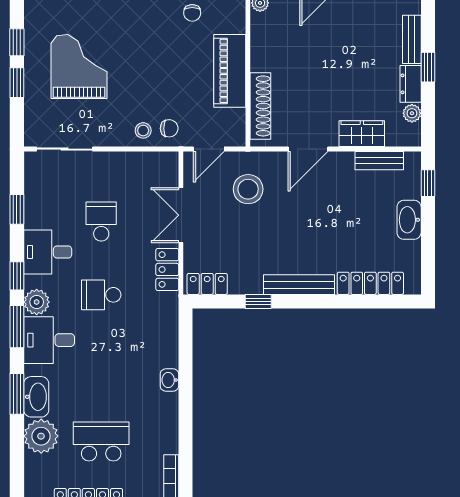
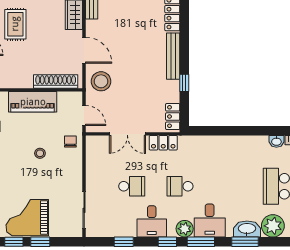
rug: (348, 45) -> (15, 24), added
grand piano: (79, 67) -> (27, 218), moved
stool: (143, 130) -> (40, 153), moved
stool: (248, 189) -> (101, 81), moved
school desk: (101, 222) -> (132, 186), turned 180
school desk: (101, 295) -> (180, 186), turned 90
washbasin: (169, 380) -> (276, 141), moved

